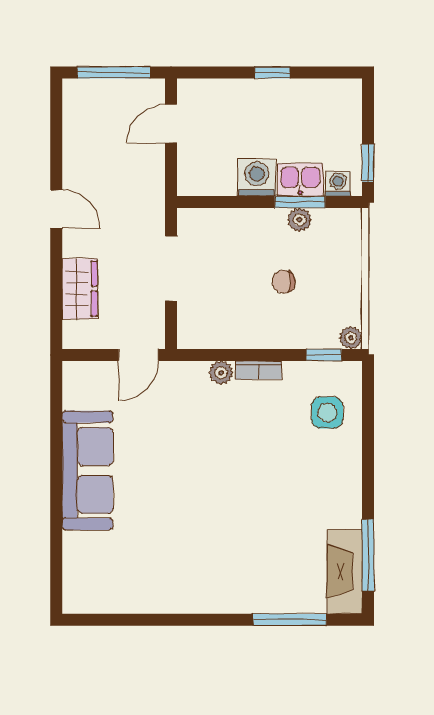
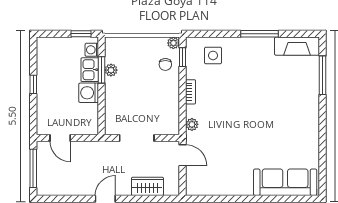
chair: (284, 282) -> (165, 64), moved
plant: (221, 373) -> (192, 124), moved
sofa: (88, 470) -> (285, 182), moved
window: (368, 555) -> (260, 34), moved

